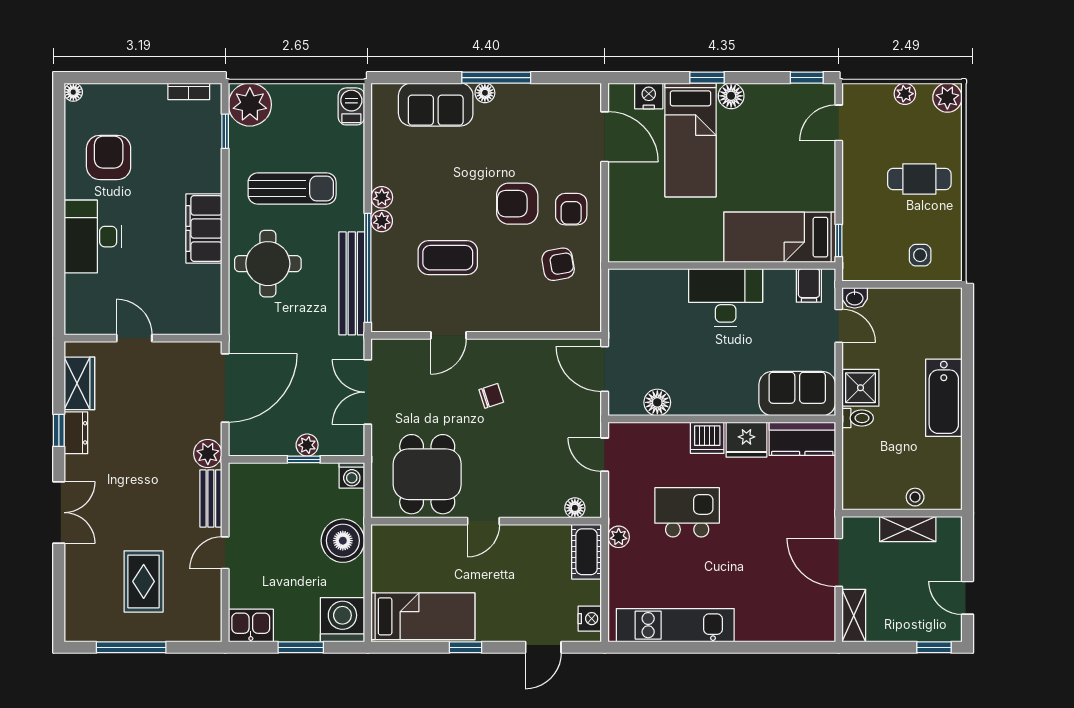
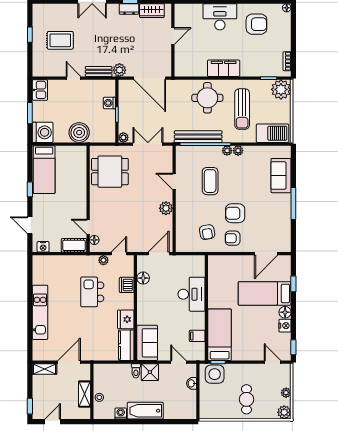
window: (707, 78) -> (293, 284), moved
floor lamp: (485, 93) -> (286, 198), removed
nightstand: (649, 96) -> (285, 326), moved
barbecue: (351, 106) -> (273, 133), width x1.88, depth x1.53
armchair: (517, 204) -> (235, 213), turned -90
side table: (920, 255) -> (215, 374), moved, width x1.87, depth x1.87
filing cabinet: (809, 285) -> (197, 336), moved
desk: (726, 298) -> (192, 294), moved
washbasin: (855, 298) -> (192, 383), moved
door: (839, 326) -> (178, 362), swing flipped
plant: (506, 353) -> (166, 208), added
chair: (491, 396) -> (146, 201), removed
dishwasher: (707, 438) -> (127, 285), moved
plant: (307, 445) -> (123, 137), moved
washing machine: (950, 451) -> (121, 413), added
washing machine: (352, 475) -> (109, 103), moved
kitchen island: (687, 512) -> (92, 292), turned 180
door: (483, 521) -> (88, 227), moved
plant: (619, 537) -> (103, 260), moved
kitchen unit: (675, 625) -> (40, 312), moved
window: (131, 647) -> (30, 35), width x0.46

